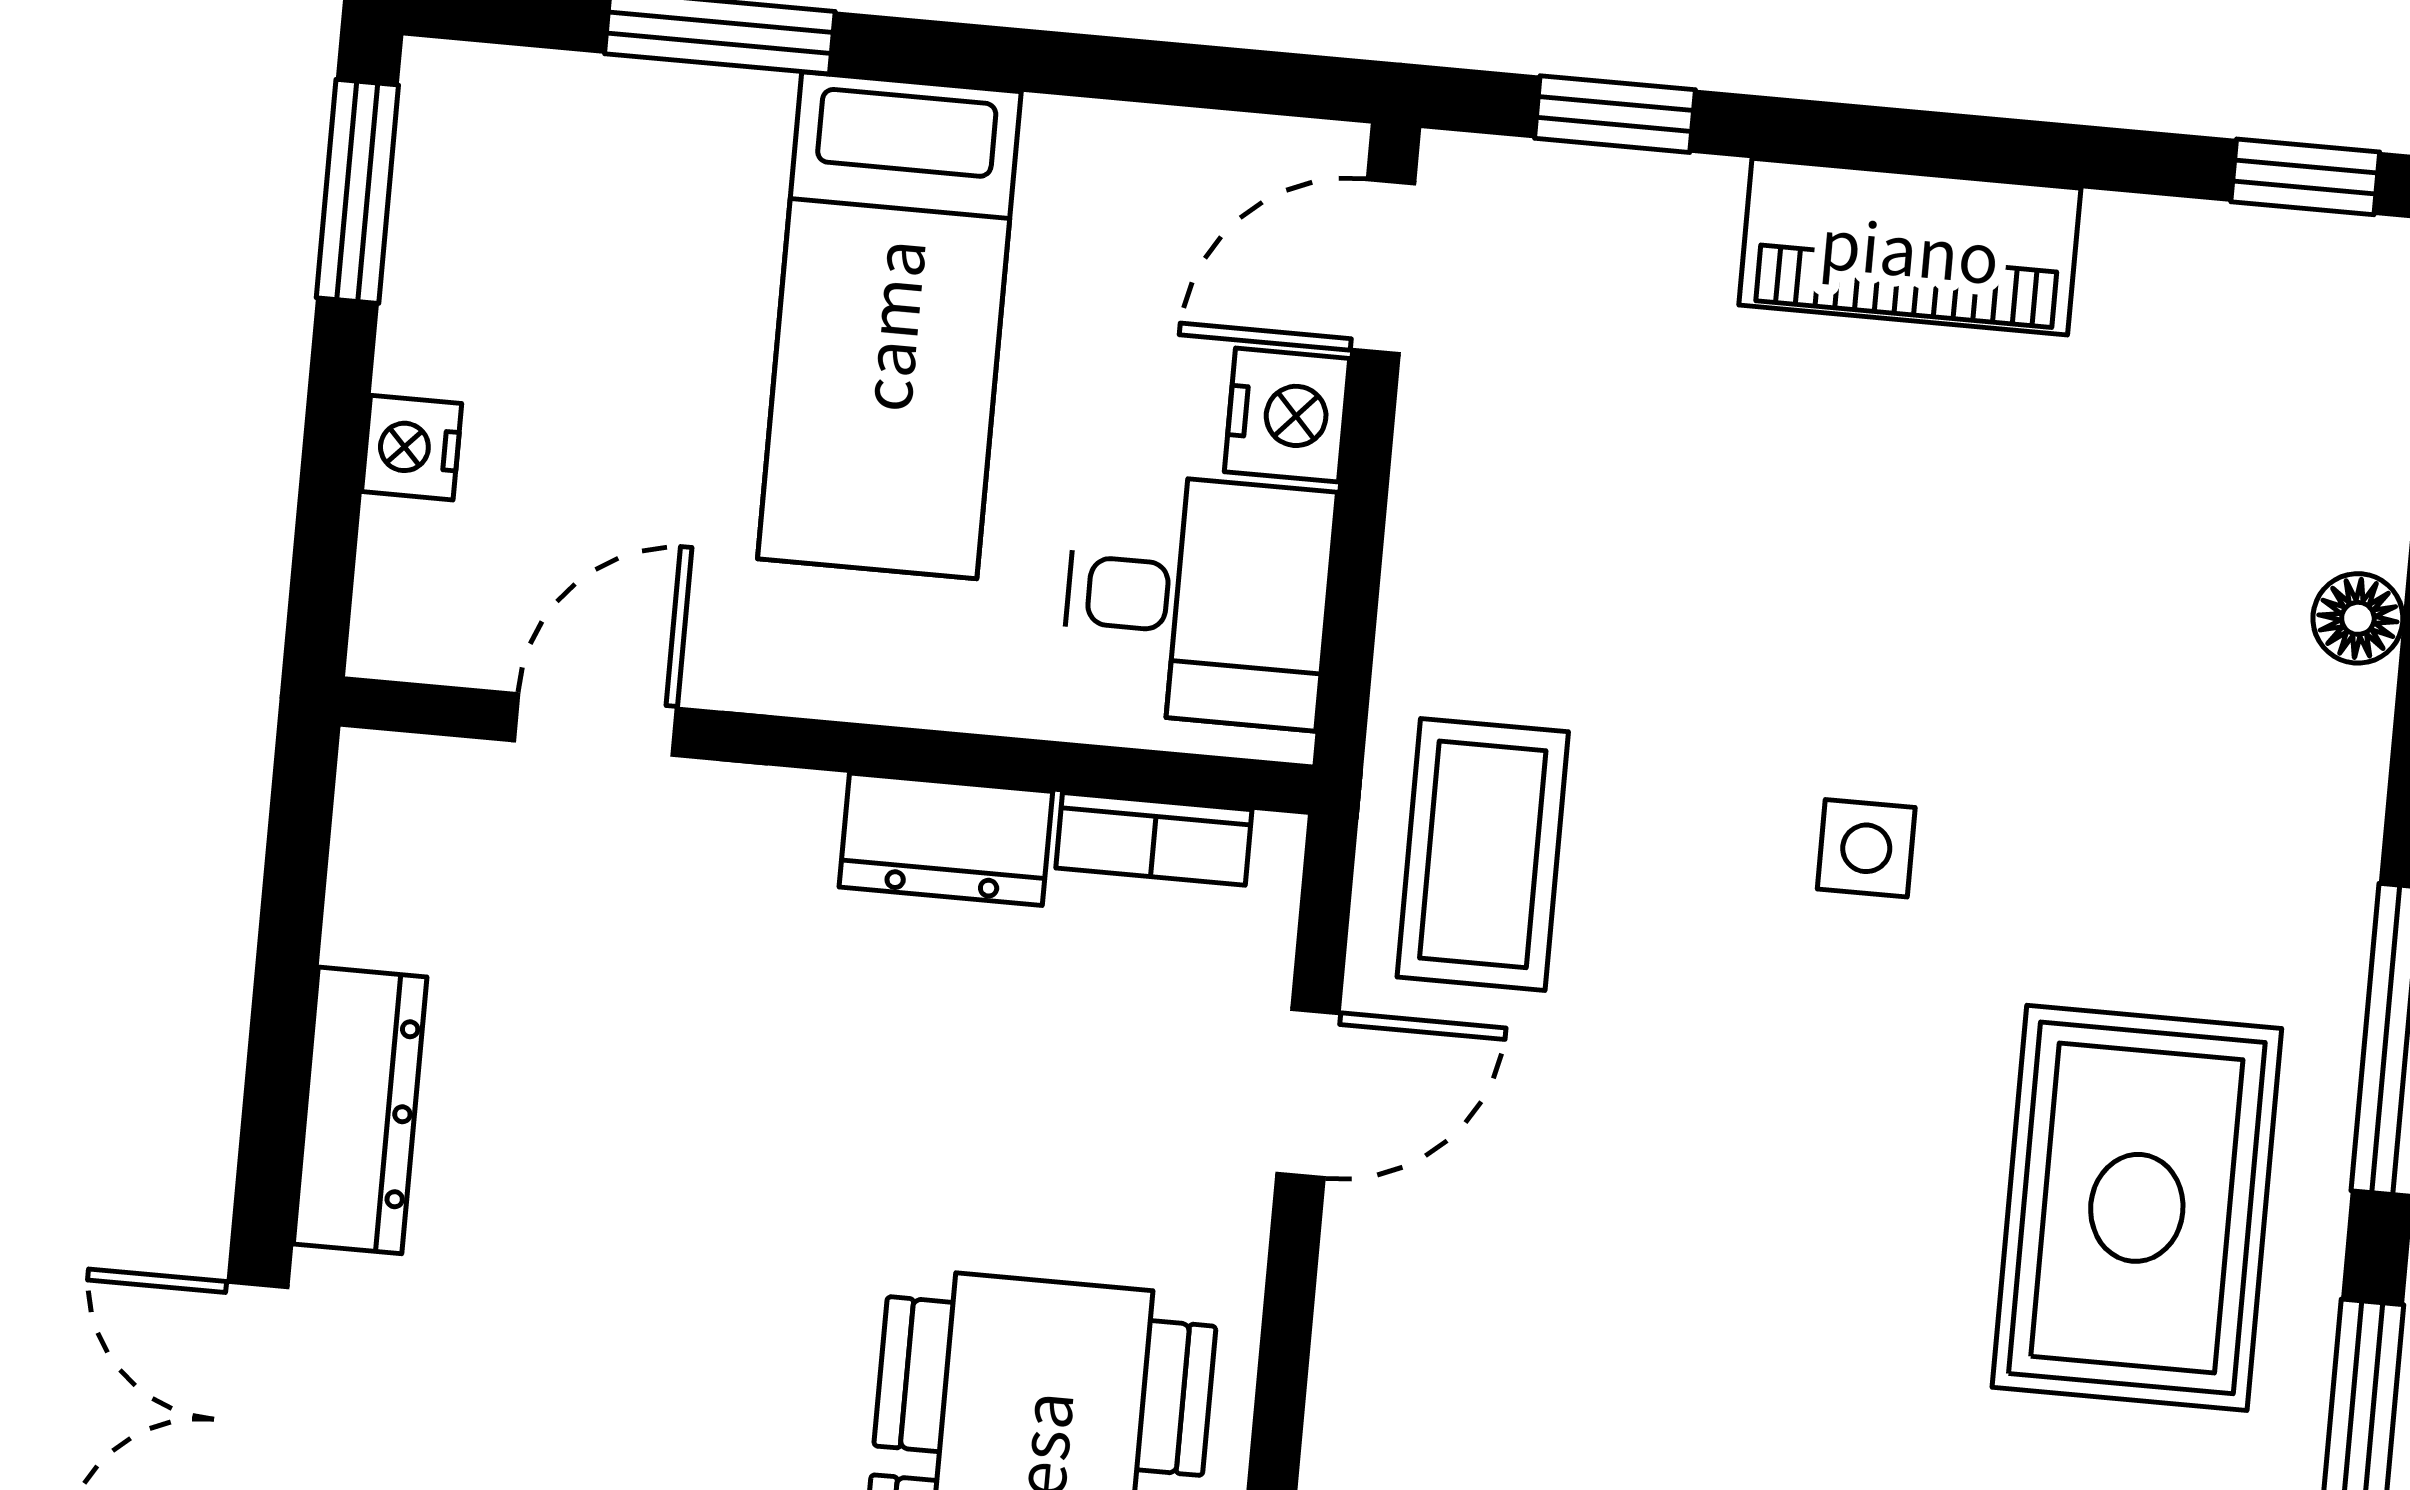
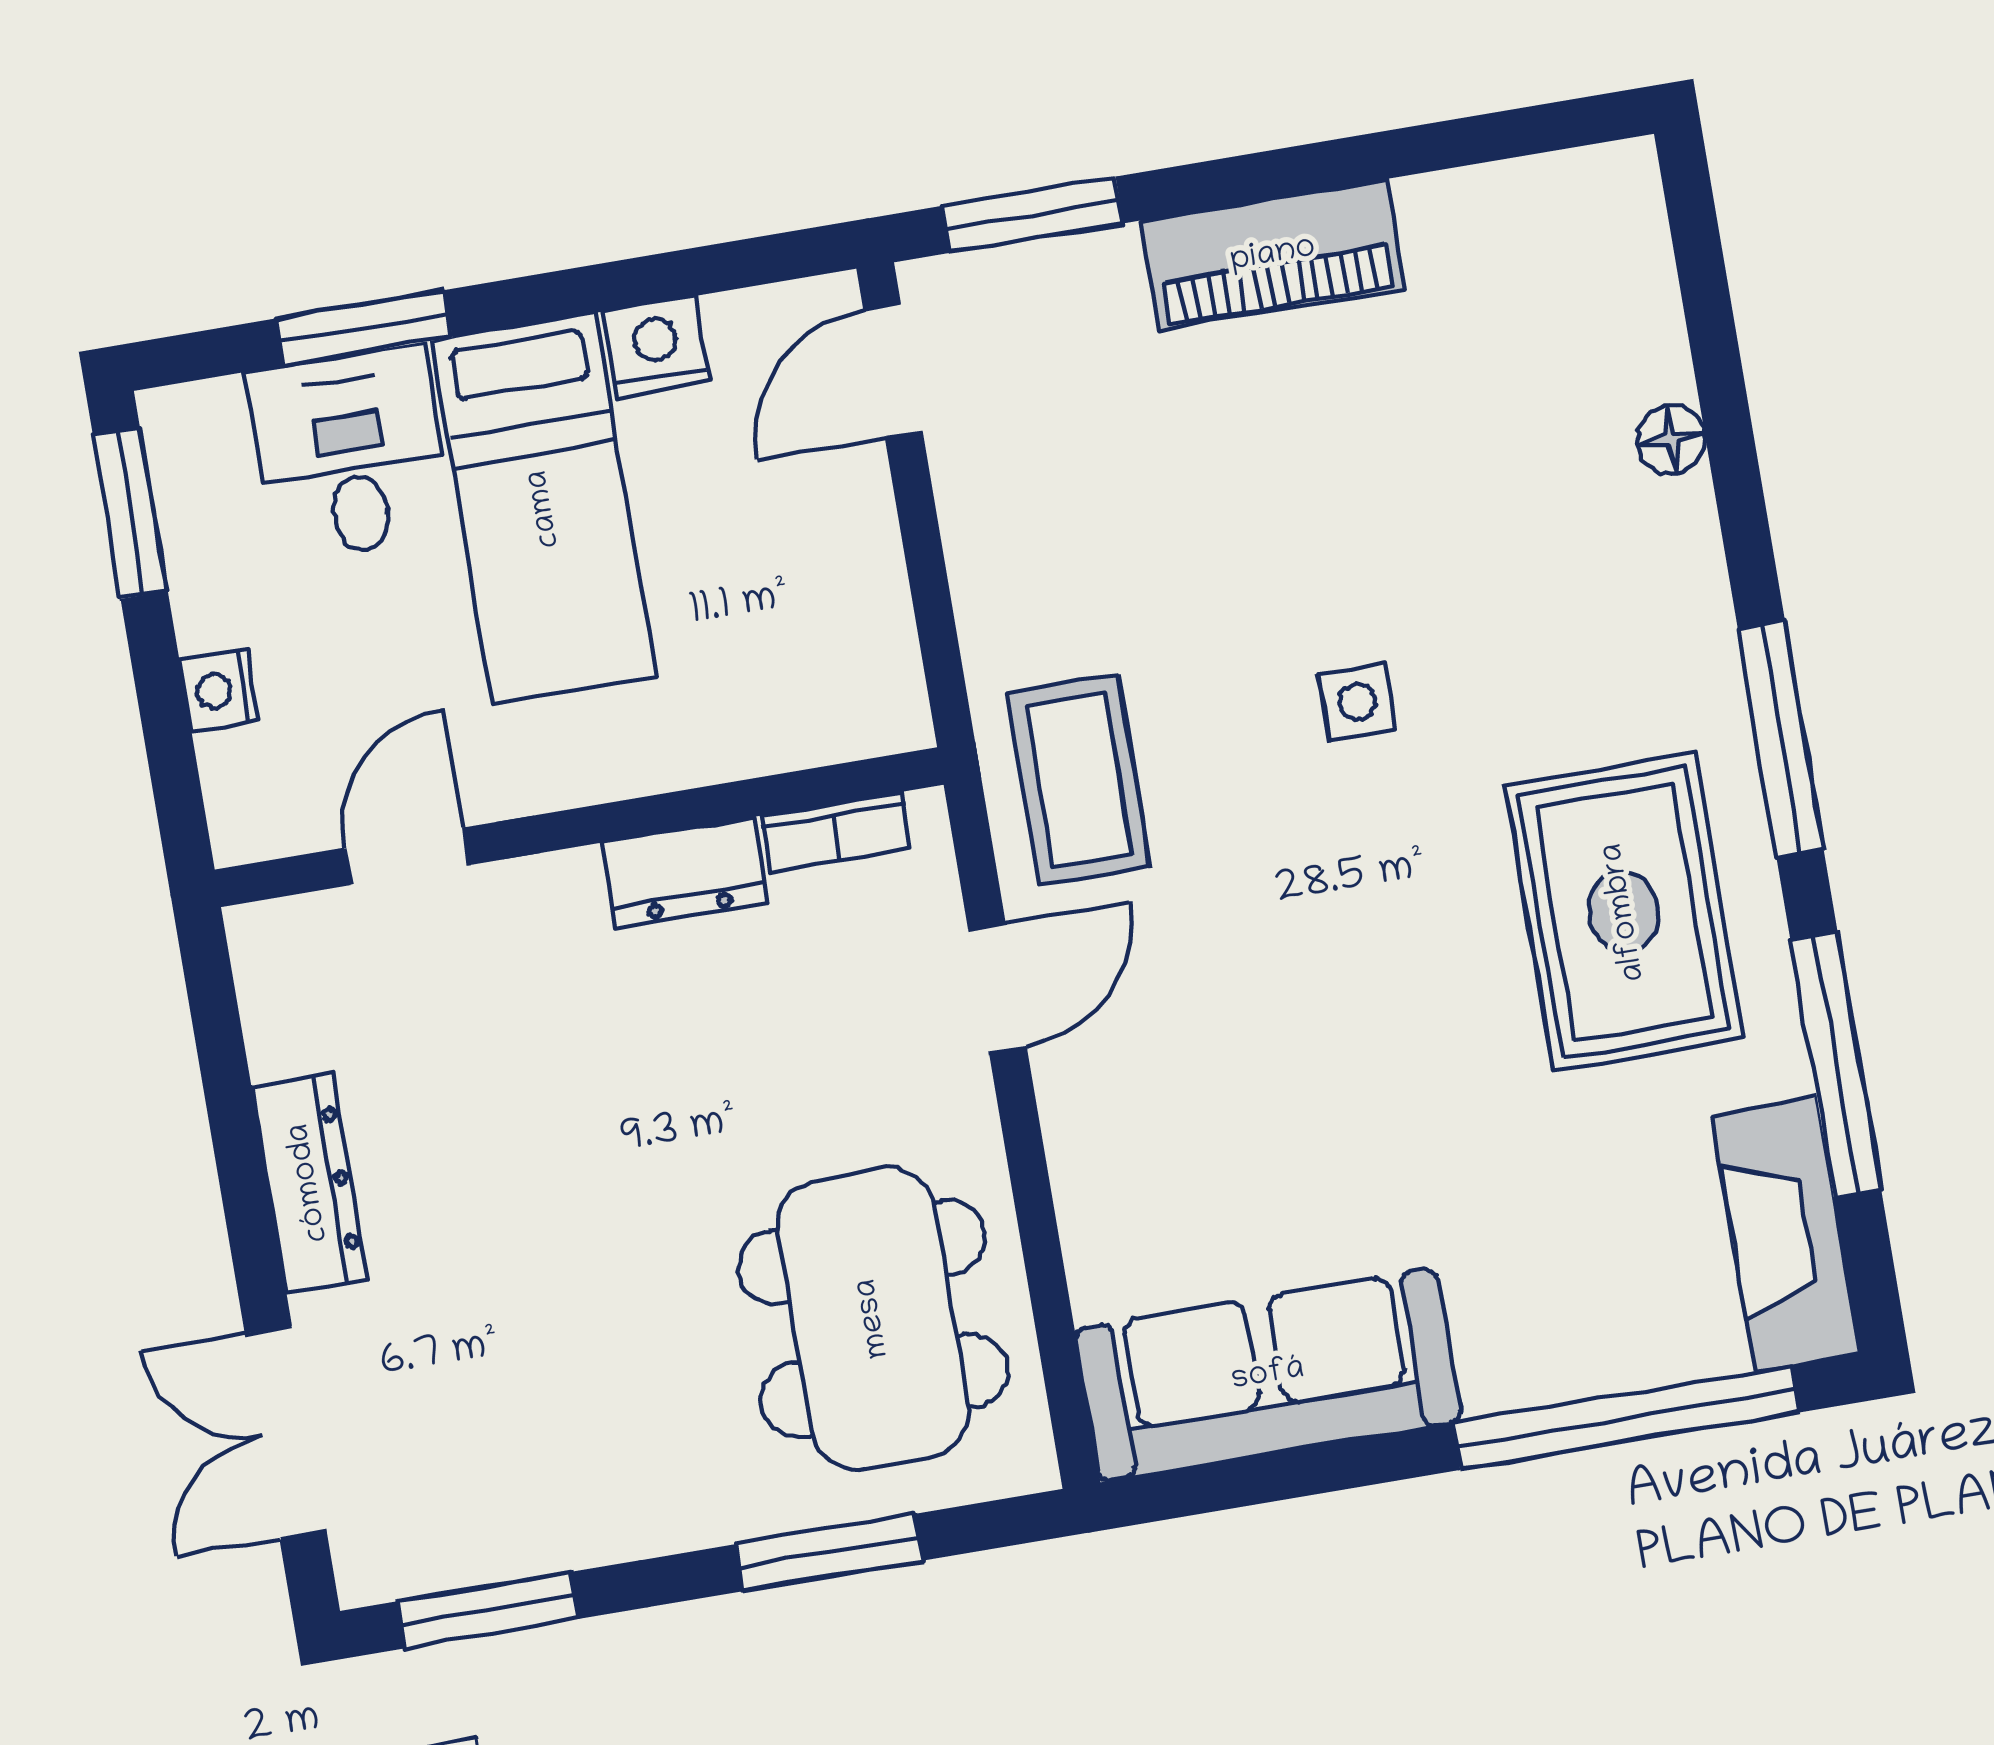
window: (1615, 114) -> (1033, 215), width x1.50
window: (2305, 177) -> (1548, 127), removed
nightstand: (1287, 415) -> (656, 346), moved, turned -90
desk: (1198, 600) -> (351, 453), moved, turned -90

